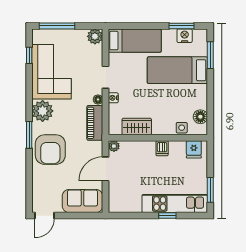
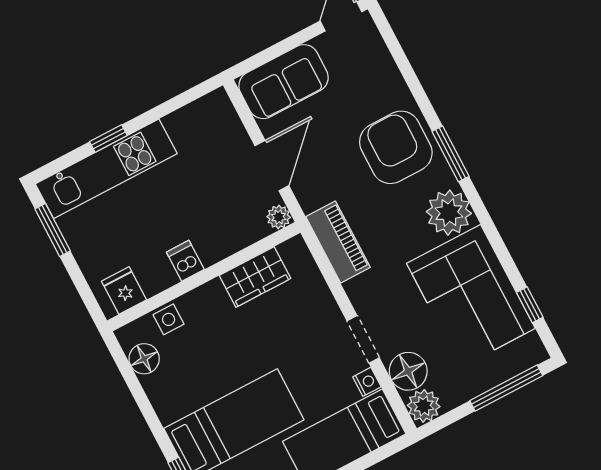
nightstand: (113, 98) -> (367, 382), moved
floor lamp: (98, 100) -> (408, 371), moved, width x1.89, depth x1.89

